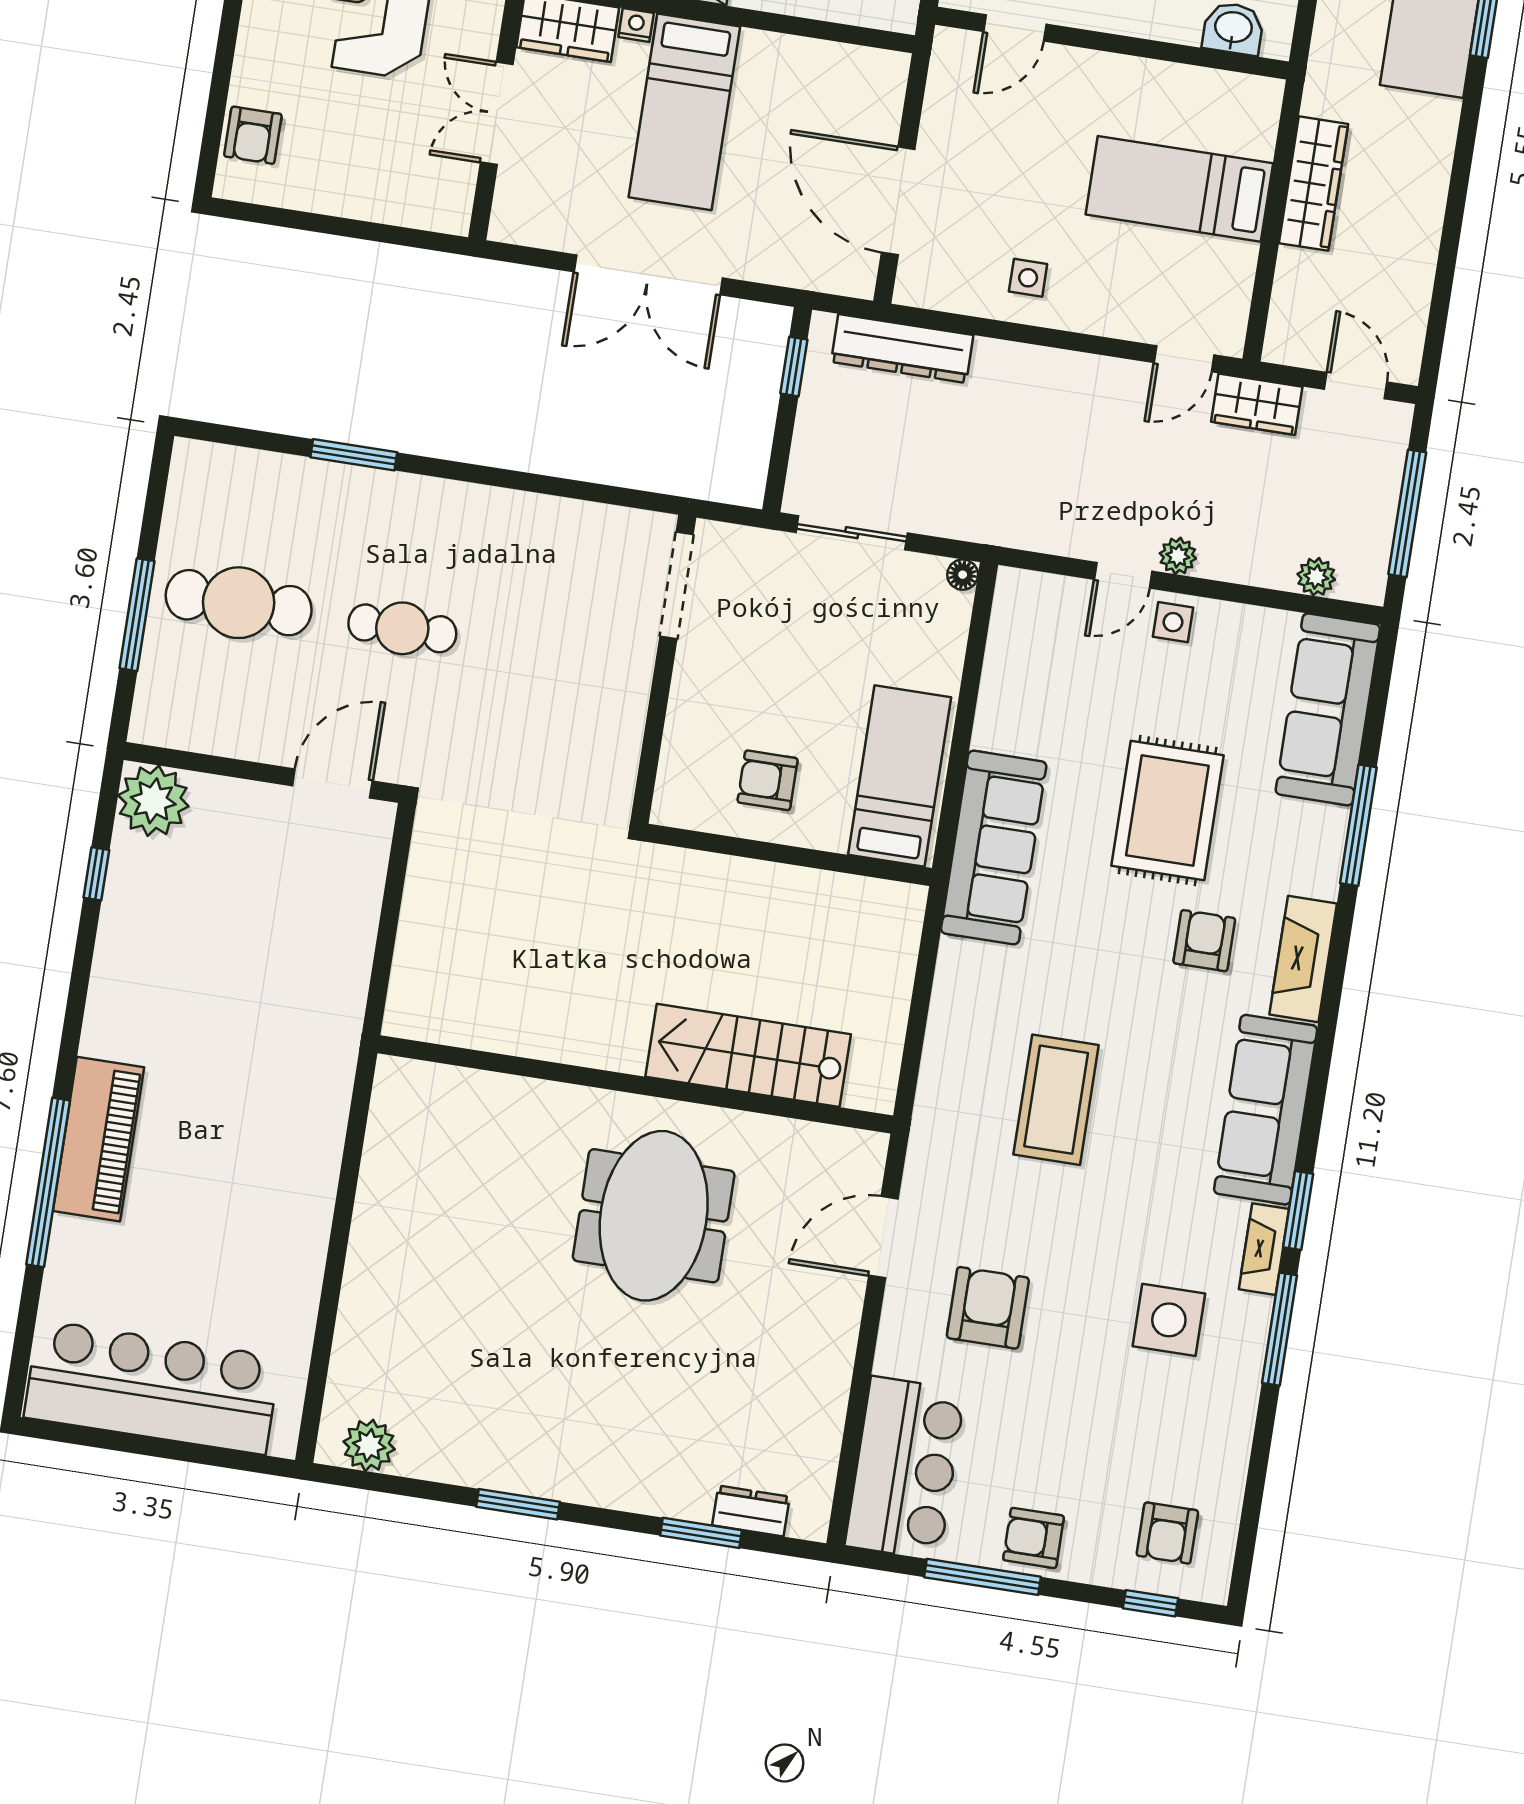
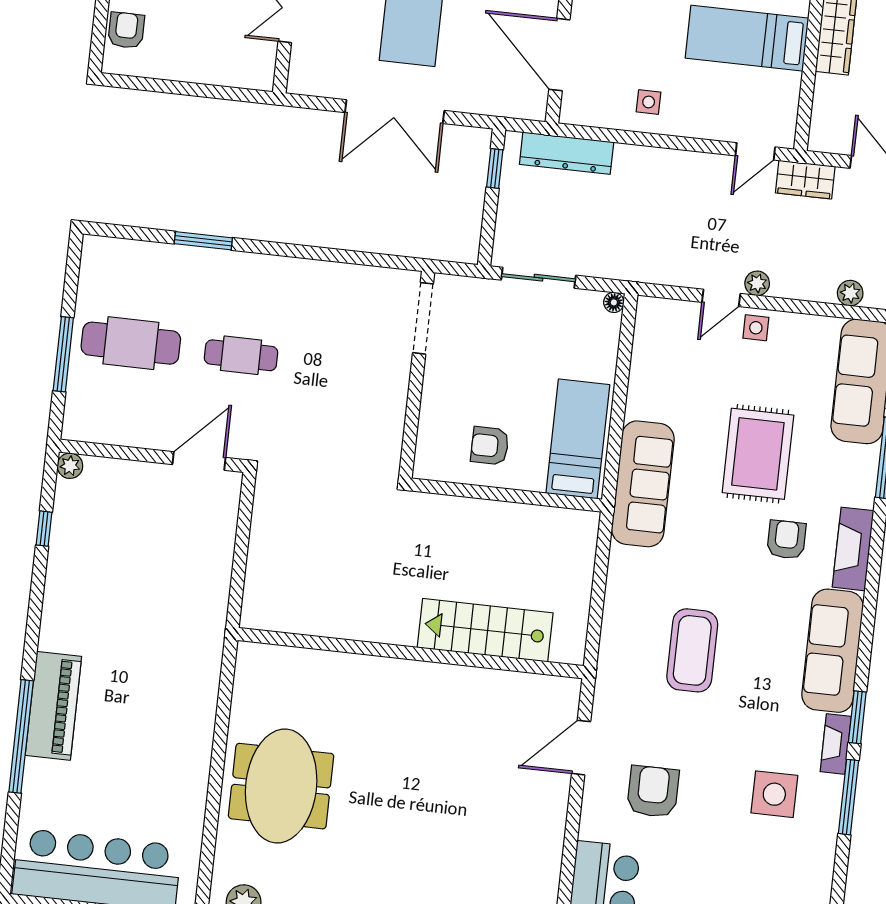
armchair: (253, 135) -> (126, 30), turned 180
plant: (153, 801) -> (70, 466), width x0.53, depth x0.53
meeting table: (654, 1216) -> (281, 786), moved

